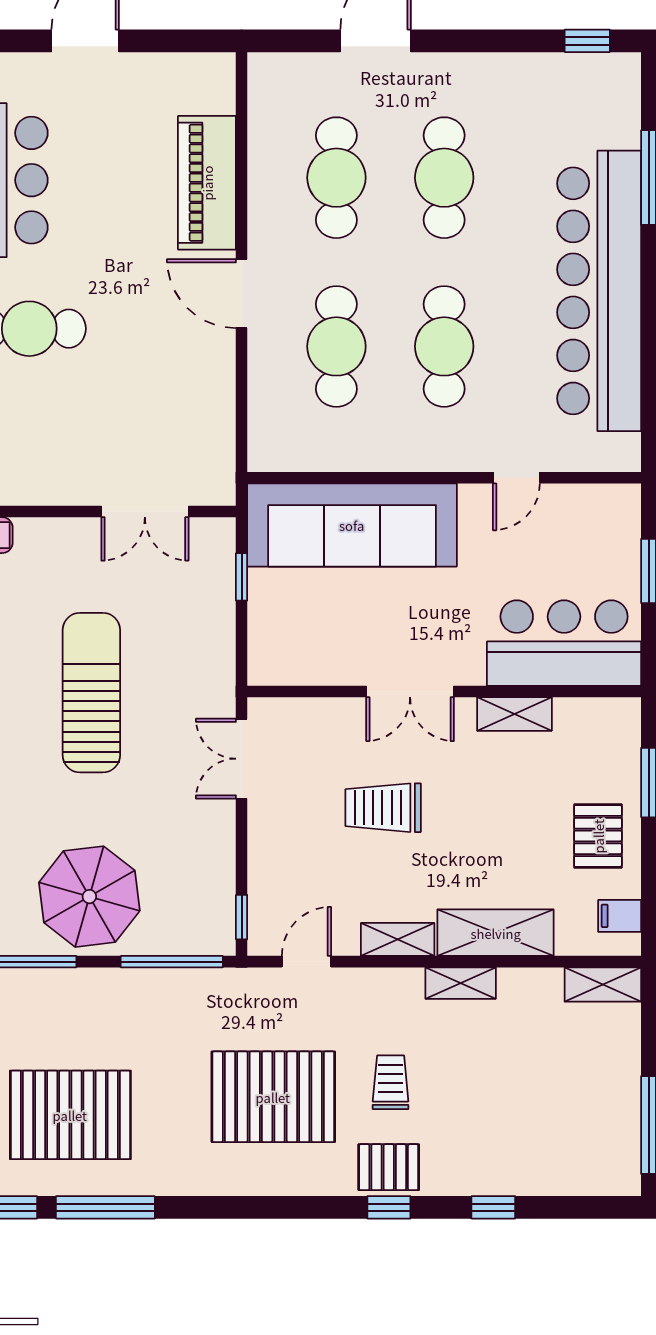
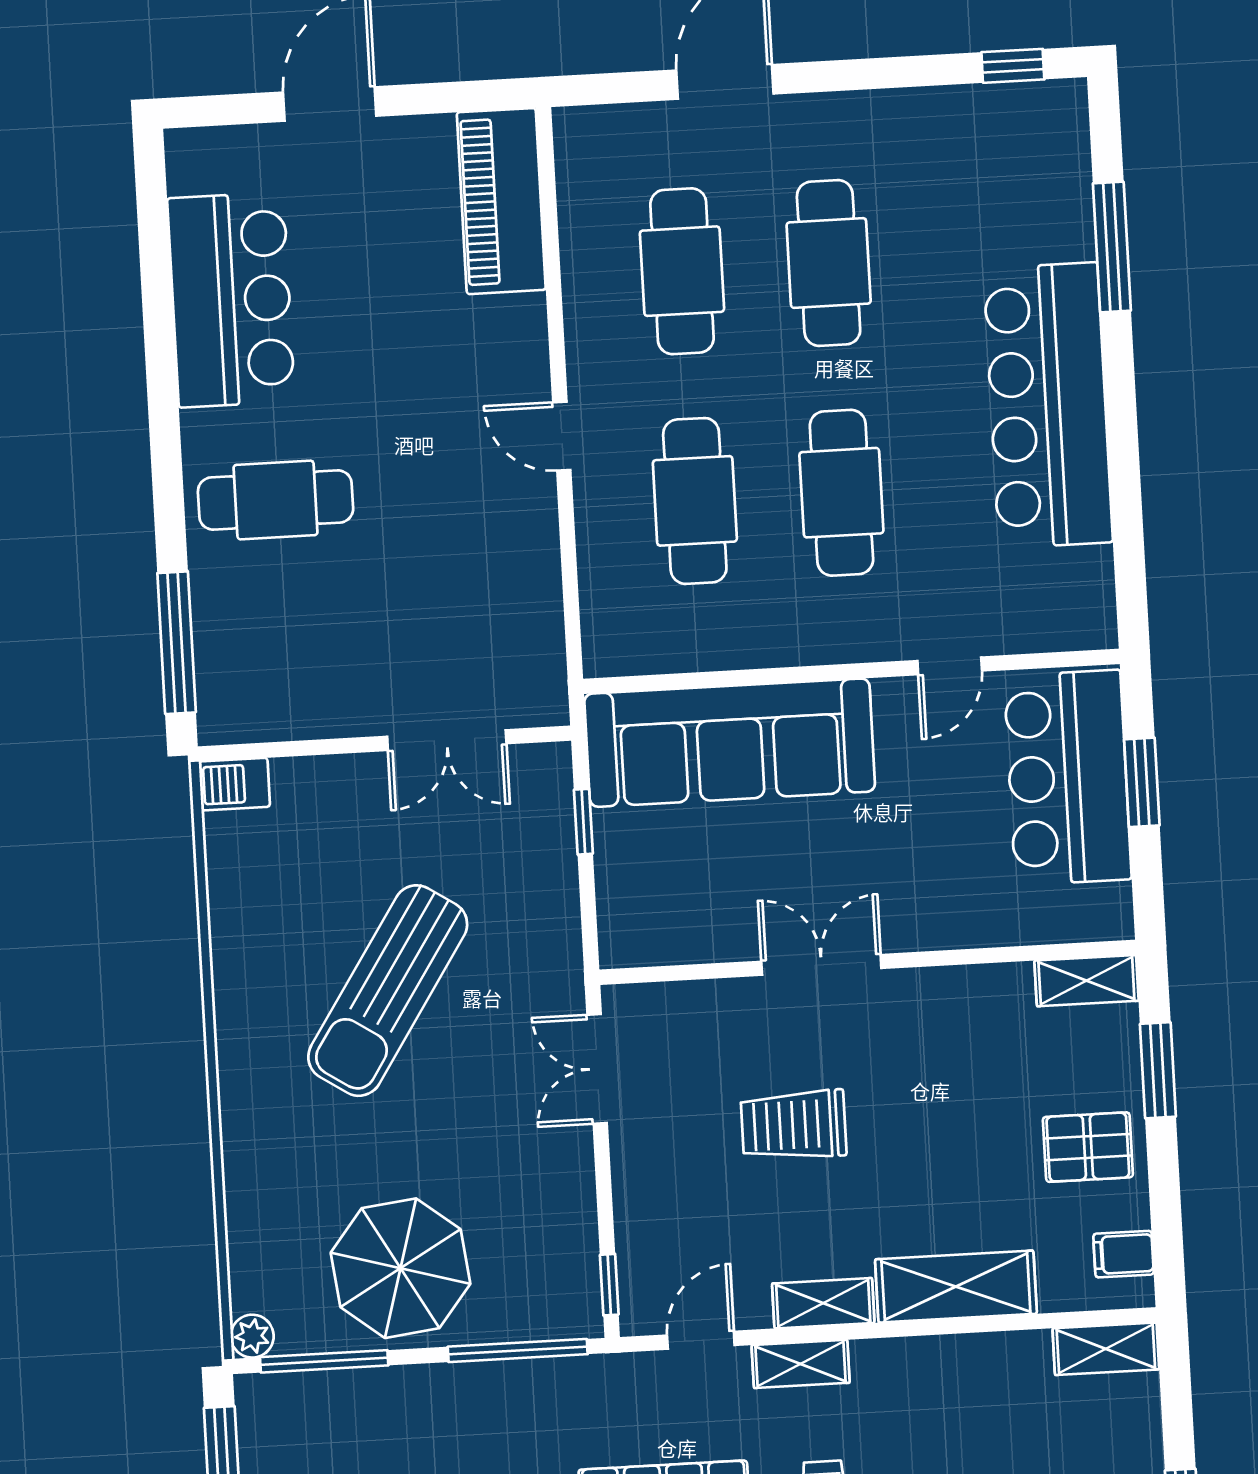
piano: (207, 183) -> (501, 201), moved
bar counter: (599, 291) -> (1048, 405), width x0.73
door: (242, 294) -> (562, 436), width x0.73
bar counter: (564, 643) -> (1068, 777), moved, turned -90
double door: (410, 692) -> (821, 965), swing flipped
sun lounger: (91, 693) -> (388, 991), turned -147
shelving: (514, 714) -> (1086, 981), moved
pallet: (598, 836) -> (1088, 1147), turned 90
shelving: (461, 983) -> (801, 1364), moved

